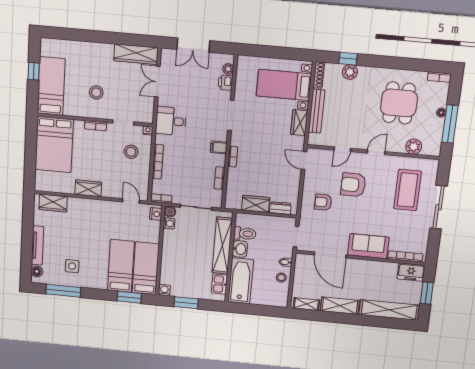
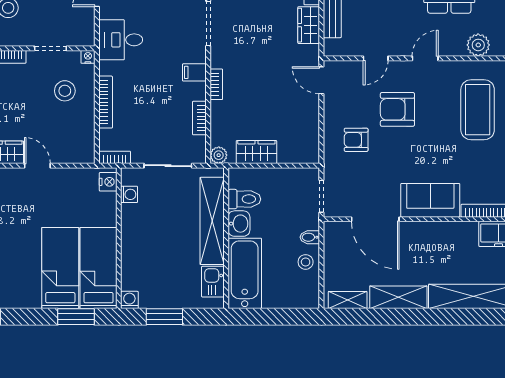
door: (131, 201) -> (37, 166), moved
plant: (230, 204) -> (219, 155), added
dresser: (280, 208) -> (294, 155), removed
boiler: (170, 212) -> (129, 176), removed

